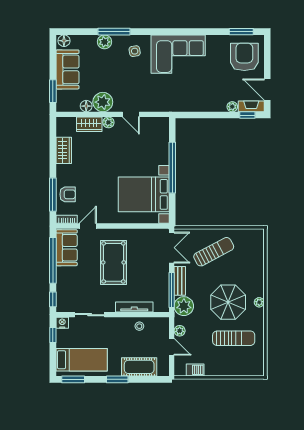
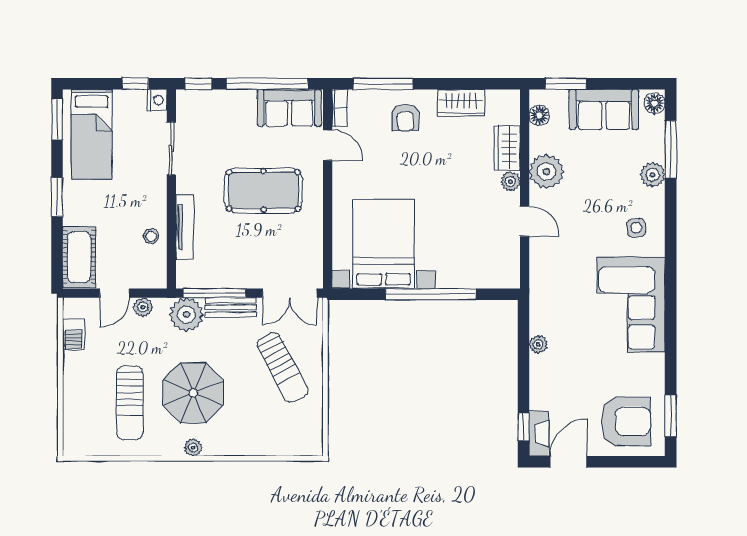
window: (114, 32) -> (671, 149), moved
floor lamp: (86, 106) -> (539, 115), moved
plant: (232, 107) -> (538, 344), moved
door: (131, 114) -> (525, 221), swing flipped
armchair: (68, 194) -> (405, 118), moved
cot: (139, 367) -> (79, 257), moved

